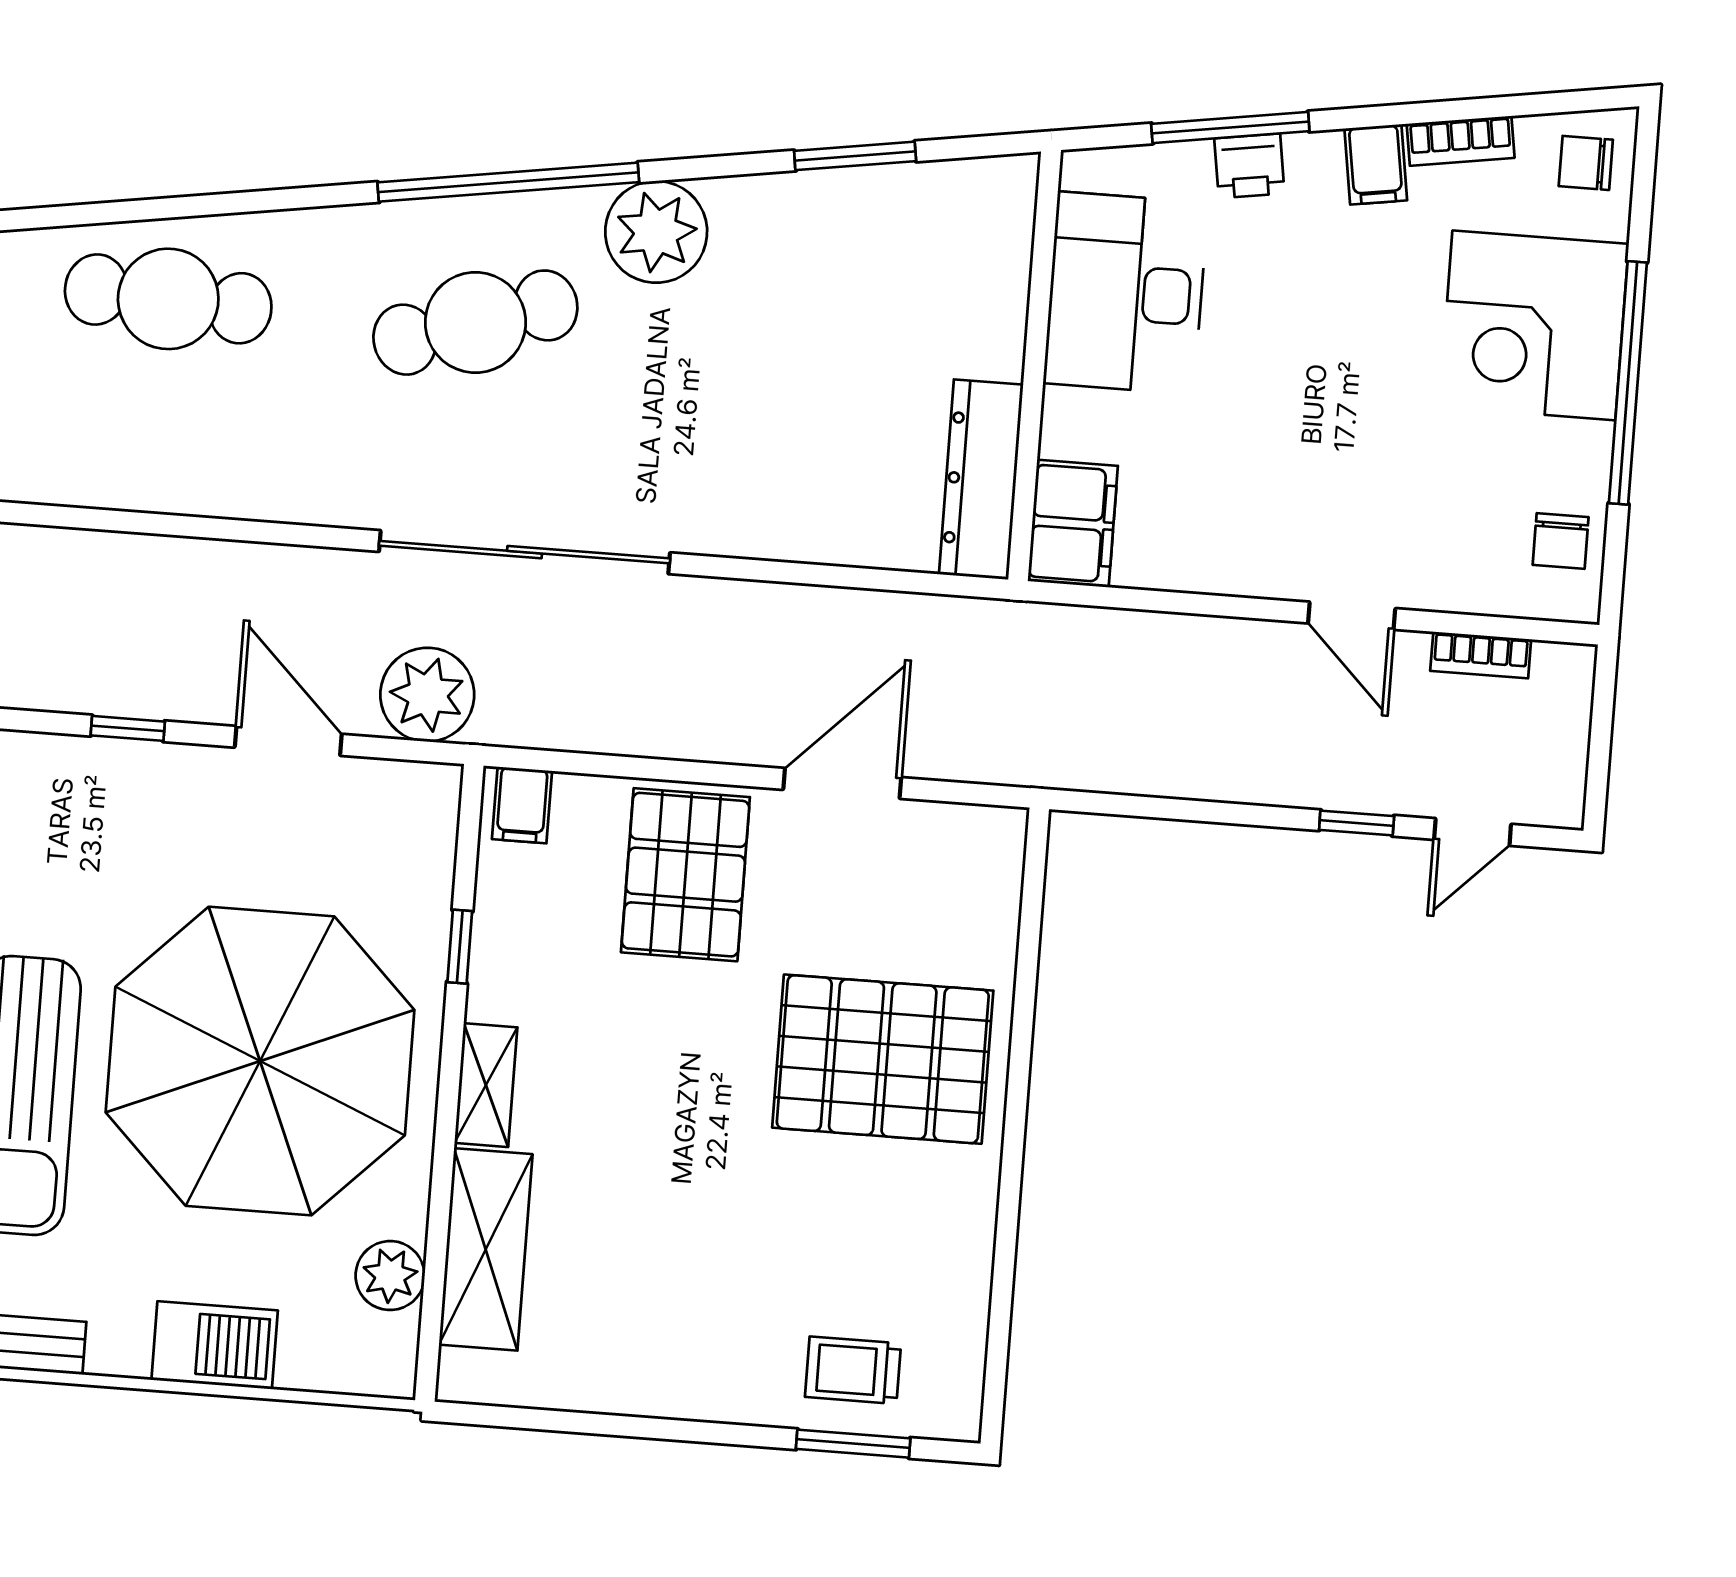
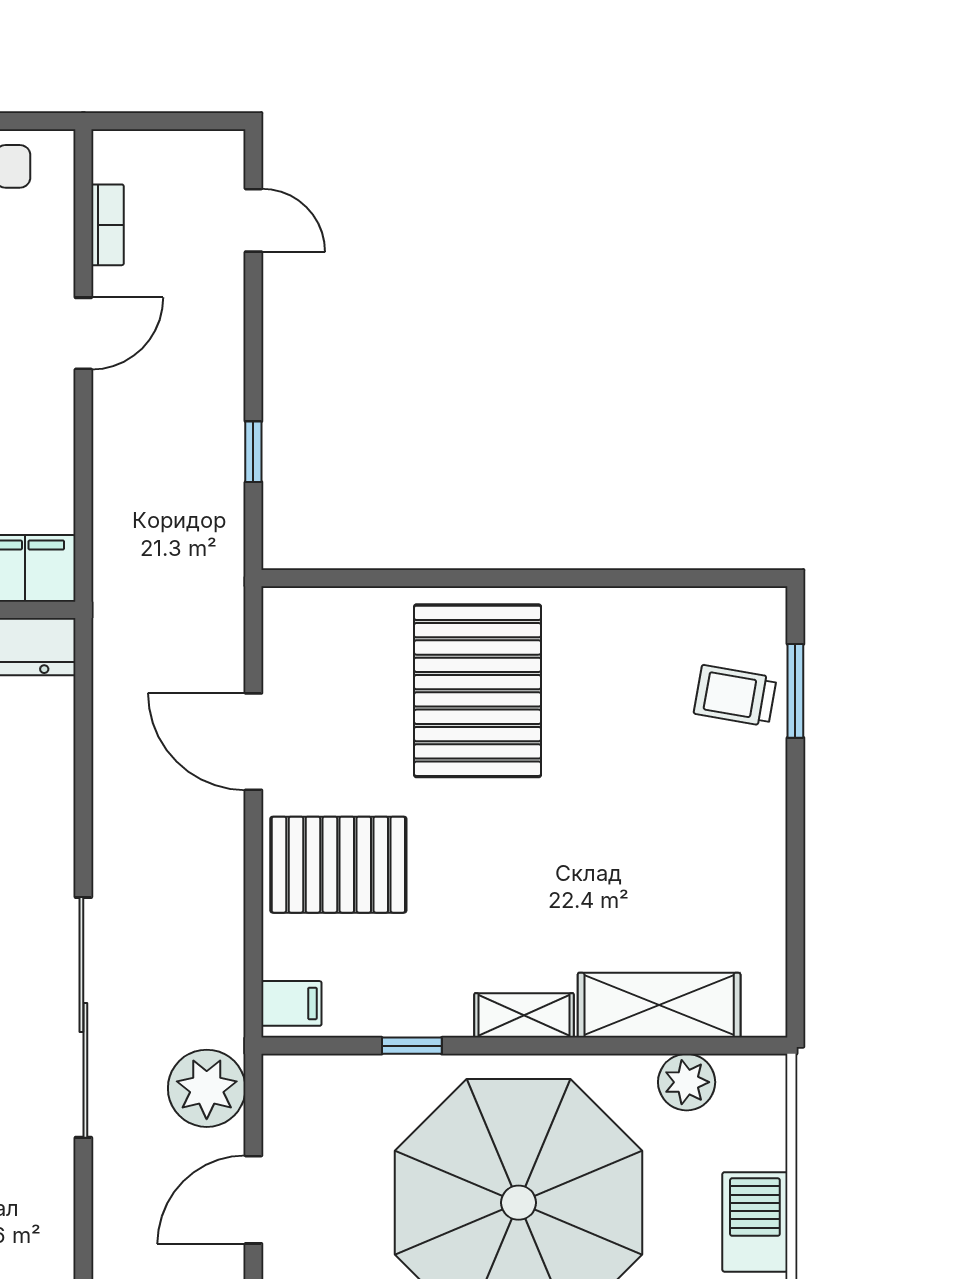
window: (1357, 823) -> (253, 452), moved
trolley: (853, 1370) -> (735, 696), turned 100

